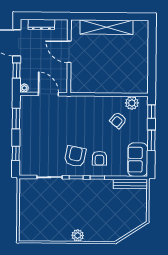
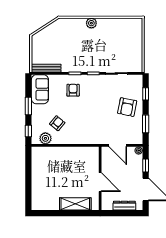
shelving: (107, 27) -> (75, 204), width x0.68
armchair: (75, 156) -> (127, 107), moved

